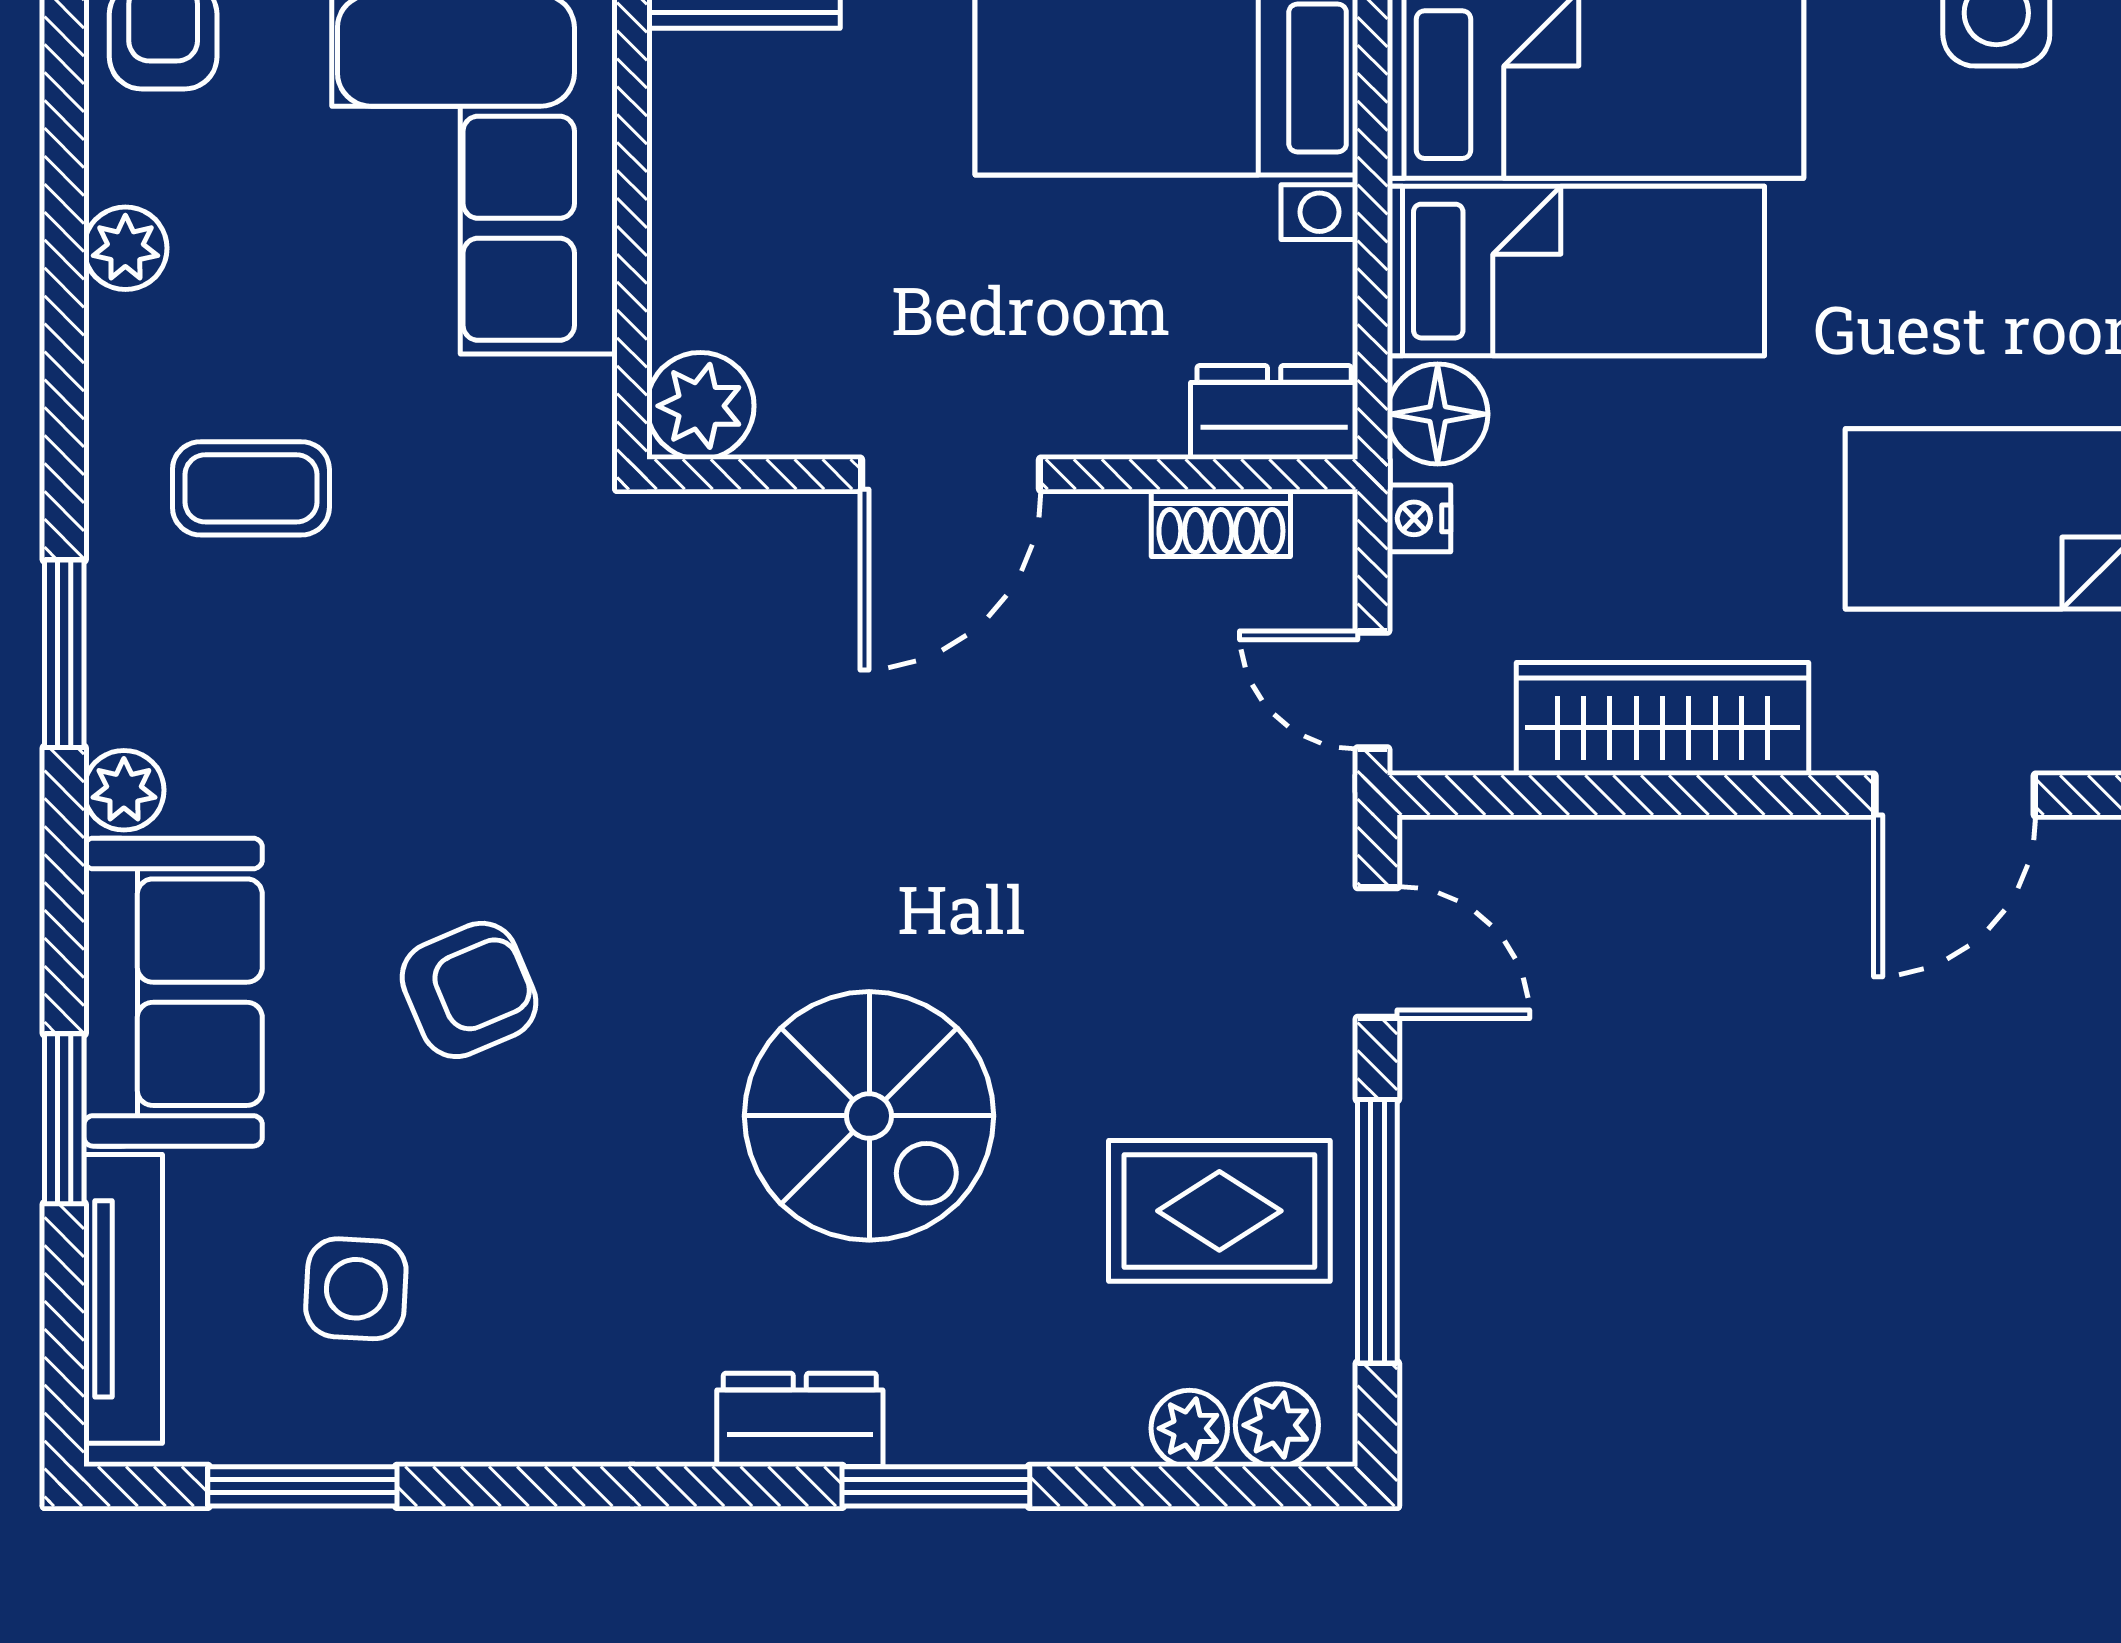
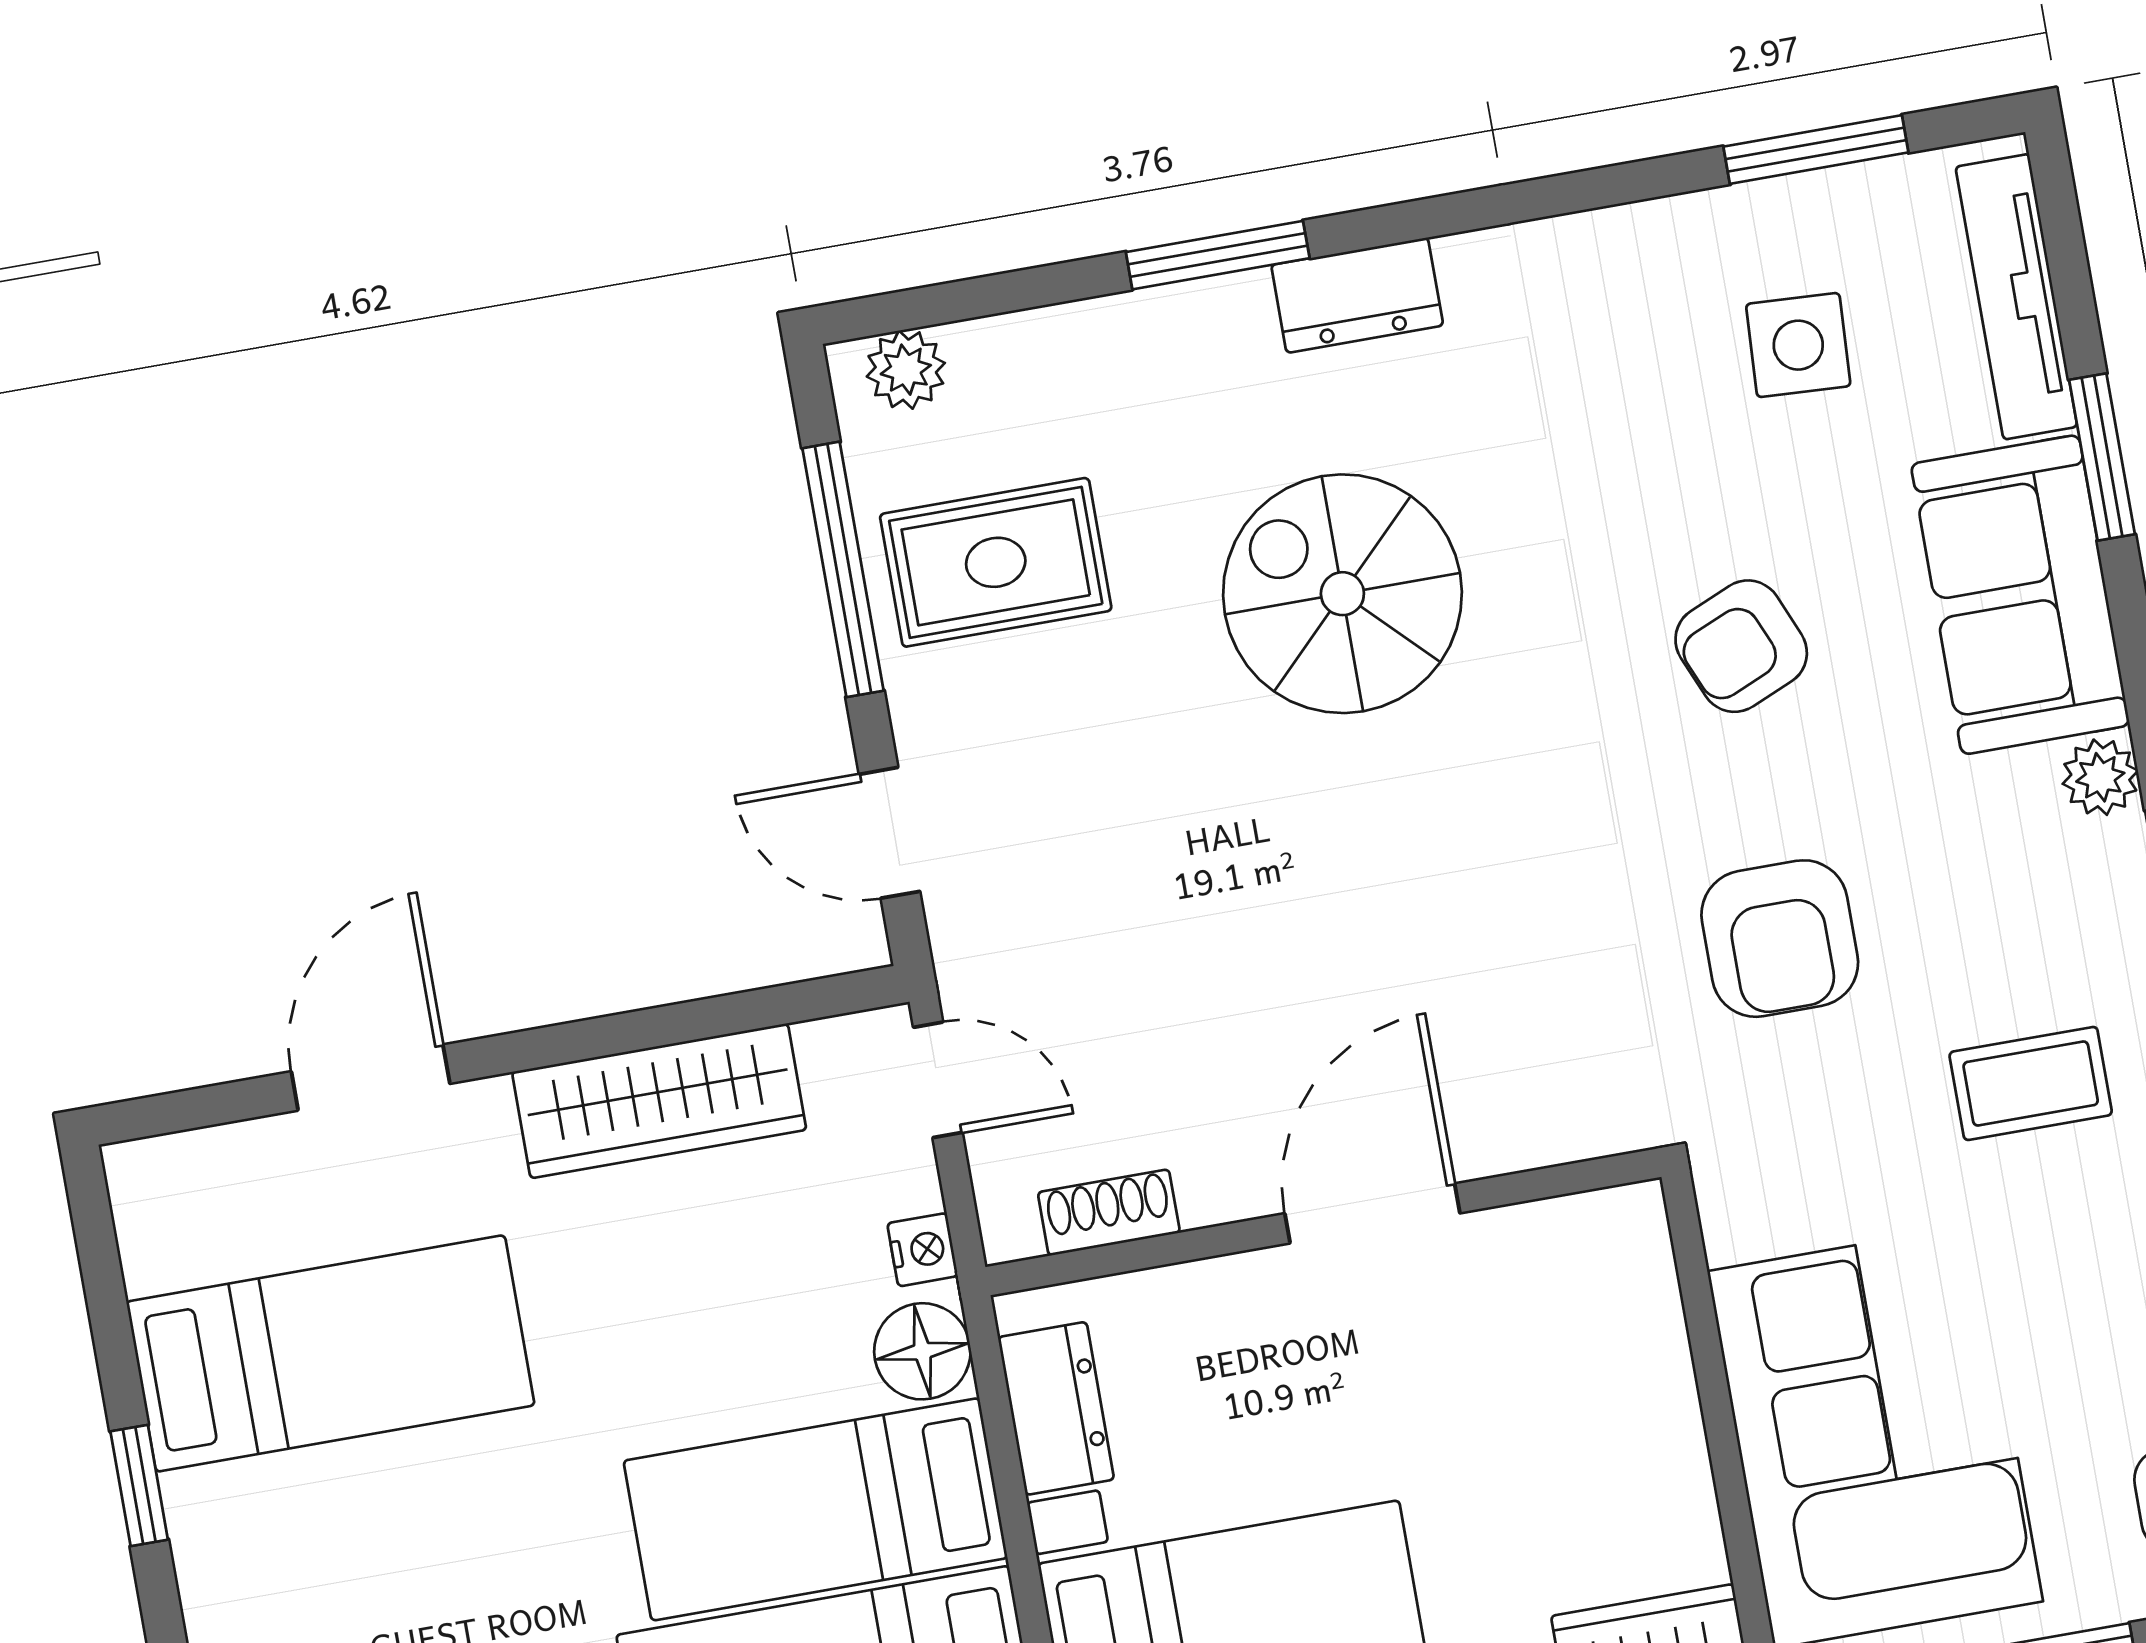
plant: (700, 406) -> (1620, 1236), removed
dresser: (1274, 412) -> (1056, 1408), moved, turned -90
armchair: (482, 683) -> (1780, 939), added
plant: (1189, 1428) -> (988, 352), removed

